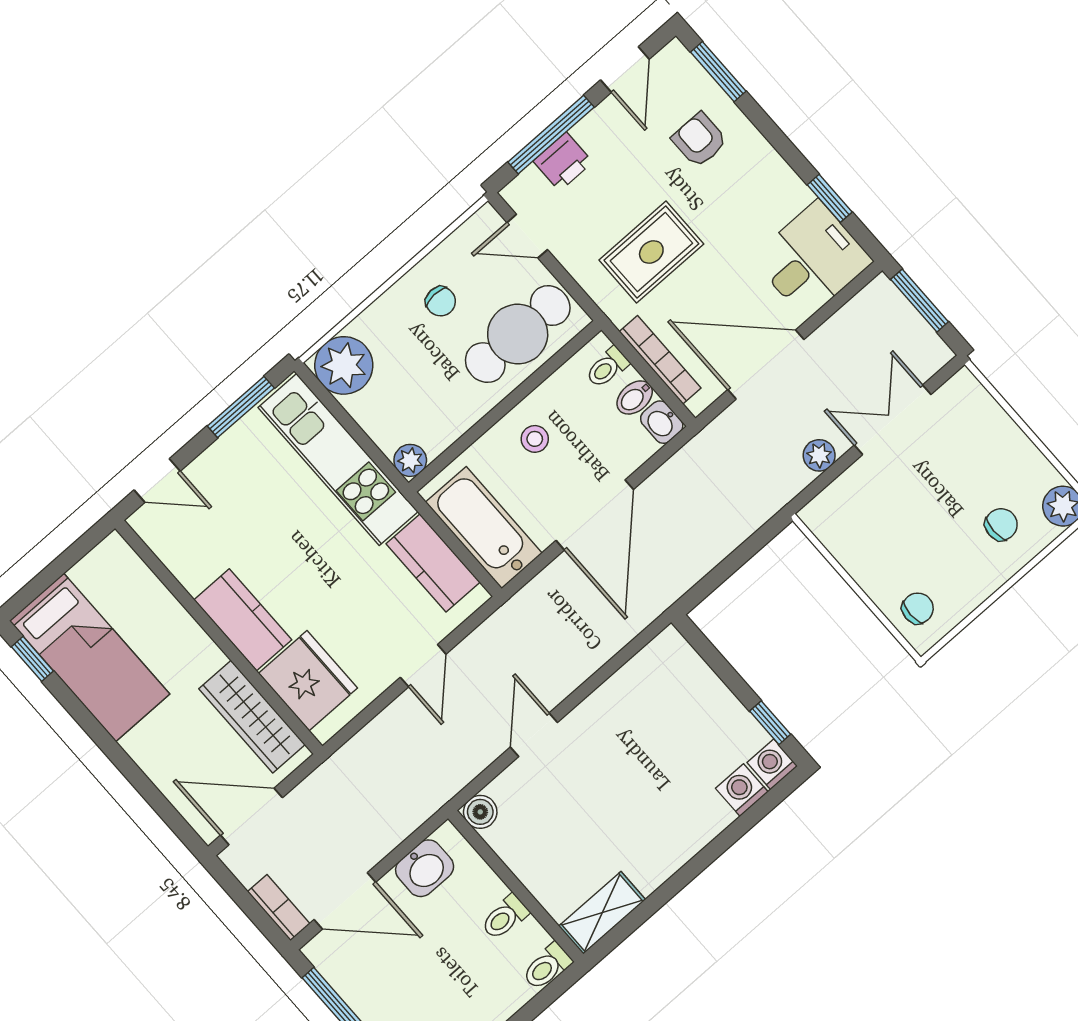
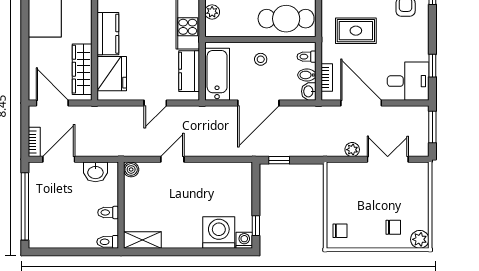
bookcase: (660, 360) -> (327, 78), width x0.64
plant: (410, 460) -> (212, 12), moved
window: (713, 580) -> (279, 160), added
washing machine: (742, 790) -> (219, 232), width x1.89, depth x1.89
door: (345, 901) -> (59, 159), swing flipped

